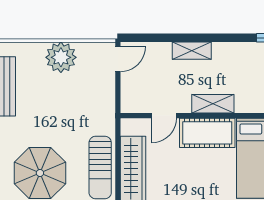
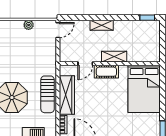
plant: (61, 57) -> (29, 25), width x0.53, depth x0.53
cot: (207, 133) -> (106, 72), width x0.73, depth x0.75

